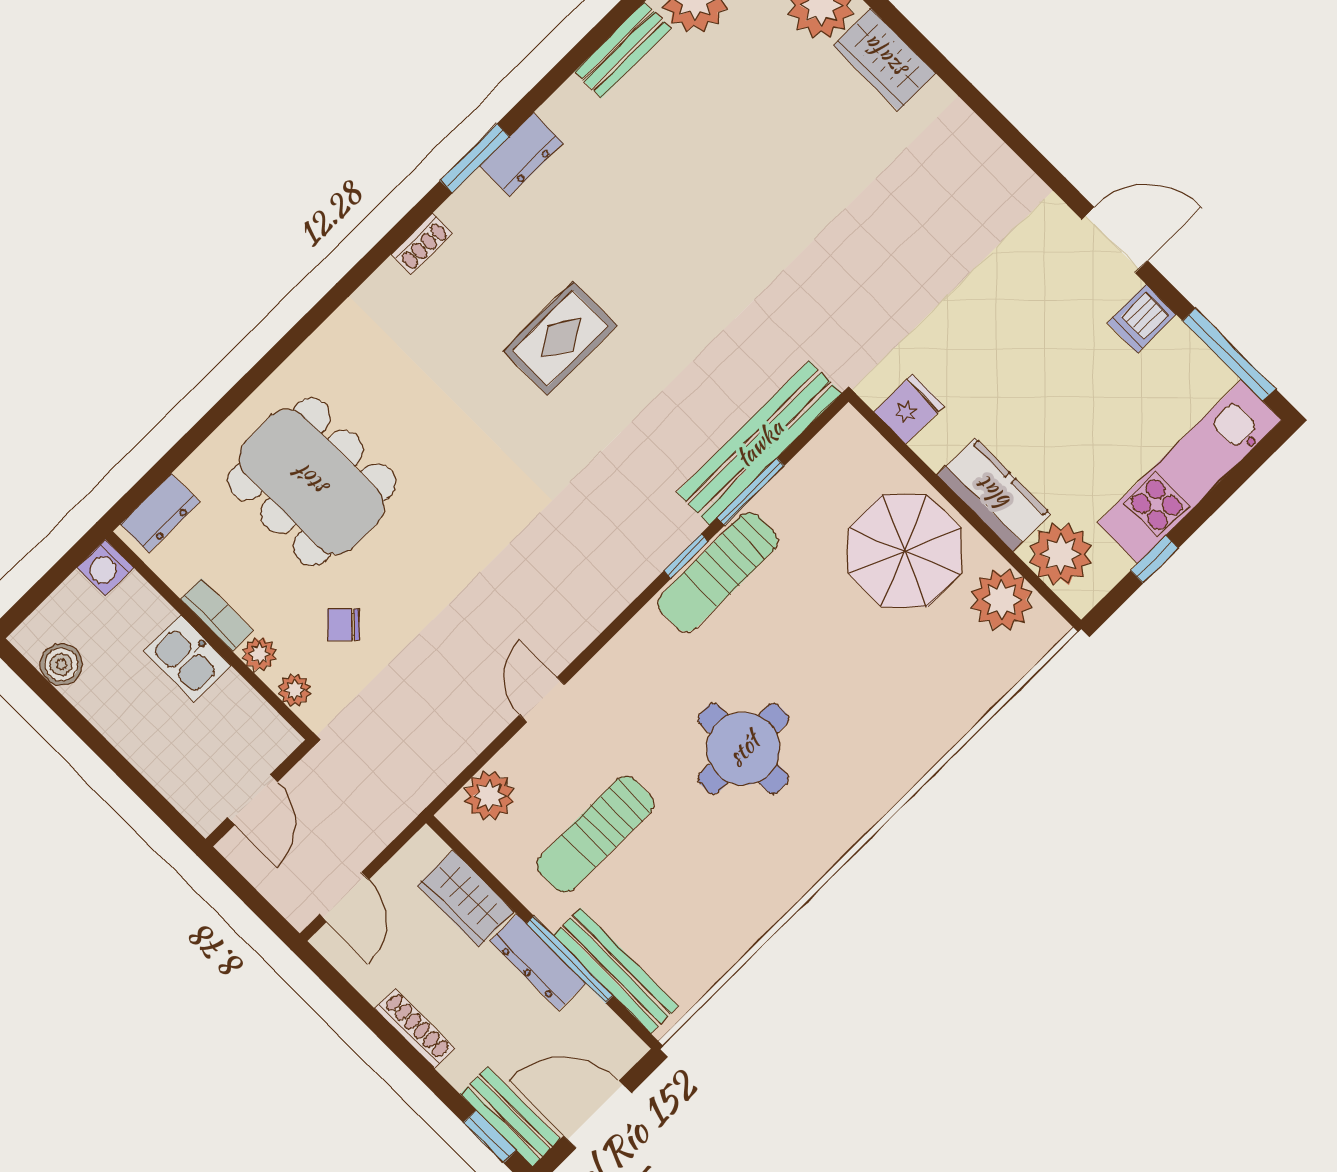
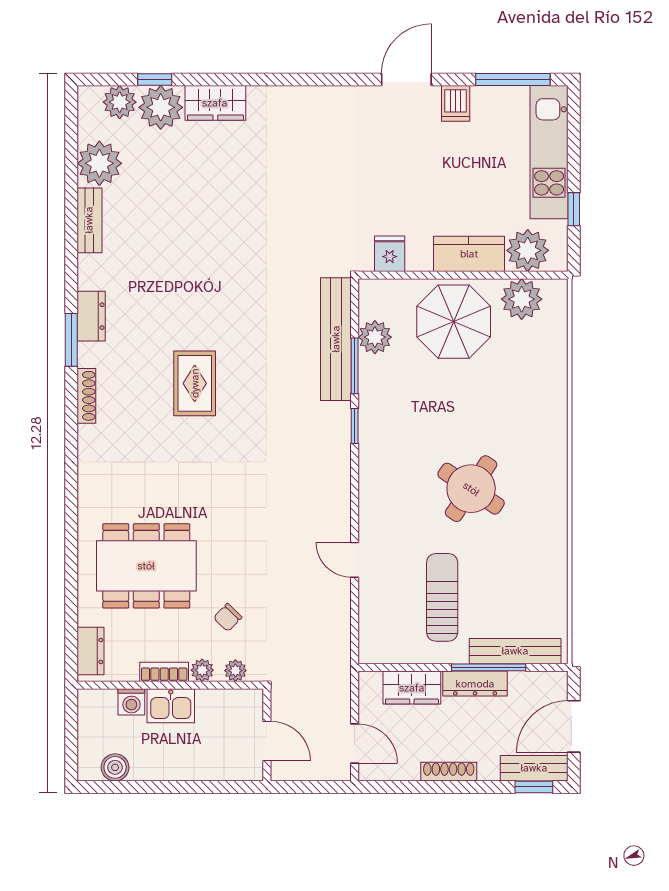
shoe rack: (422, 244) -> (86, 396), width x1.43
washing machine: (105, 568) -> (131, 702), moved
sun lounger: (718, 572) -> (377, 419), removed
round table: (743, 749) -> (471, 489), turned 34
plant: (489, 796) -> (375, 337), moved
sun lounger: (595, 834) -> (442, 597), turned 180

